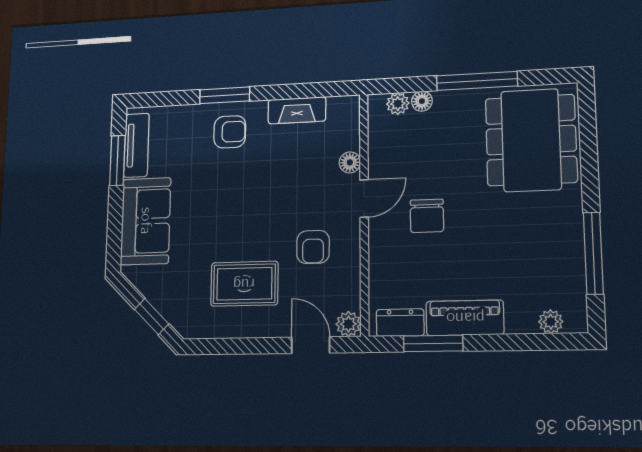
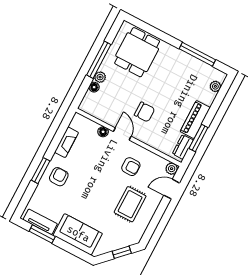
plant: (398, 104) -> (100, 77), moved
dining table: (531, 140) -> (137, 52), width x0.73

